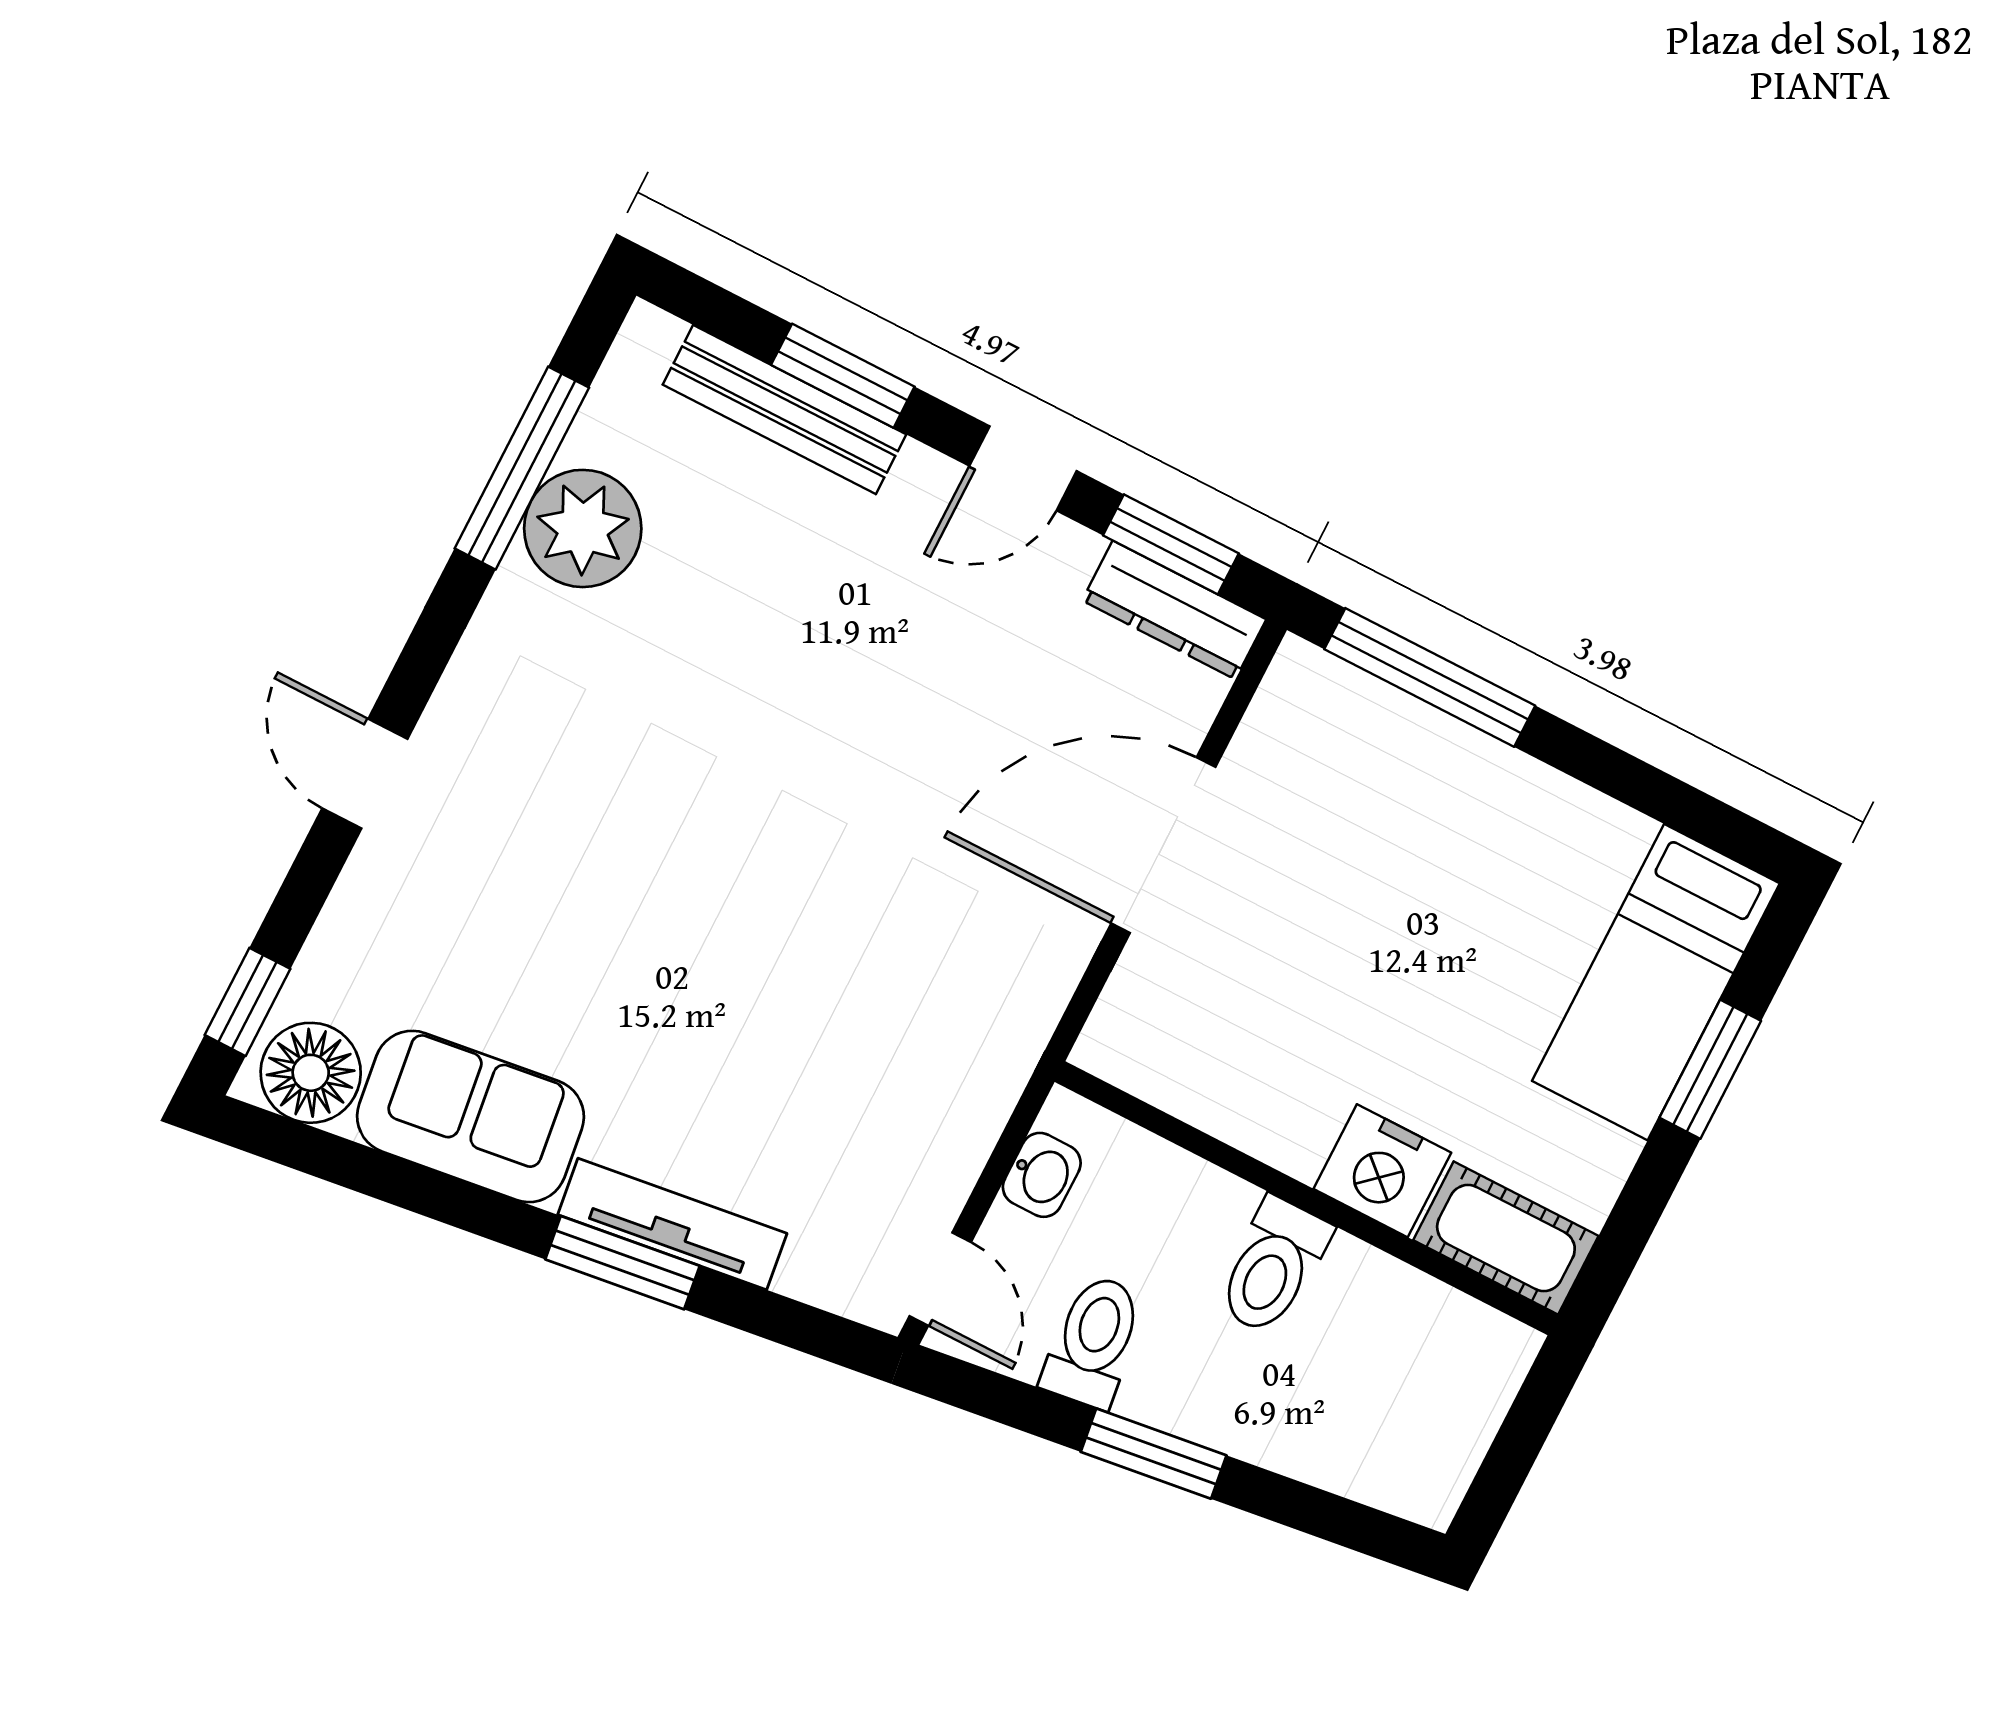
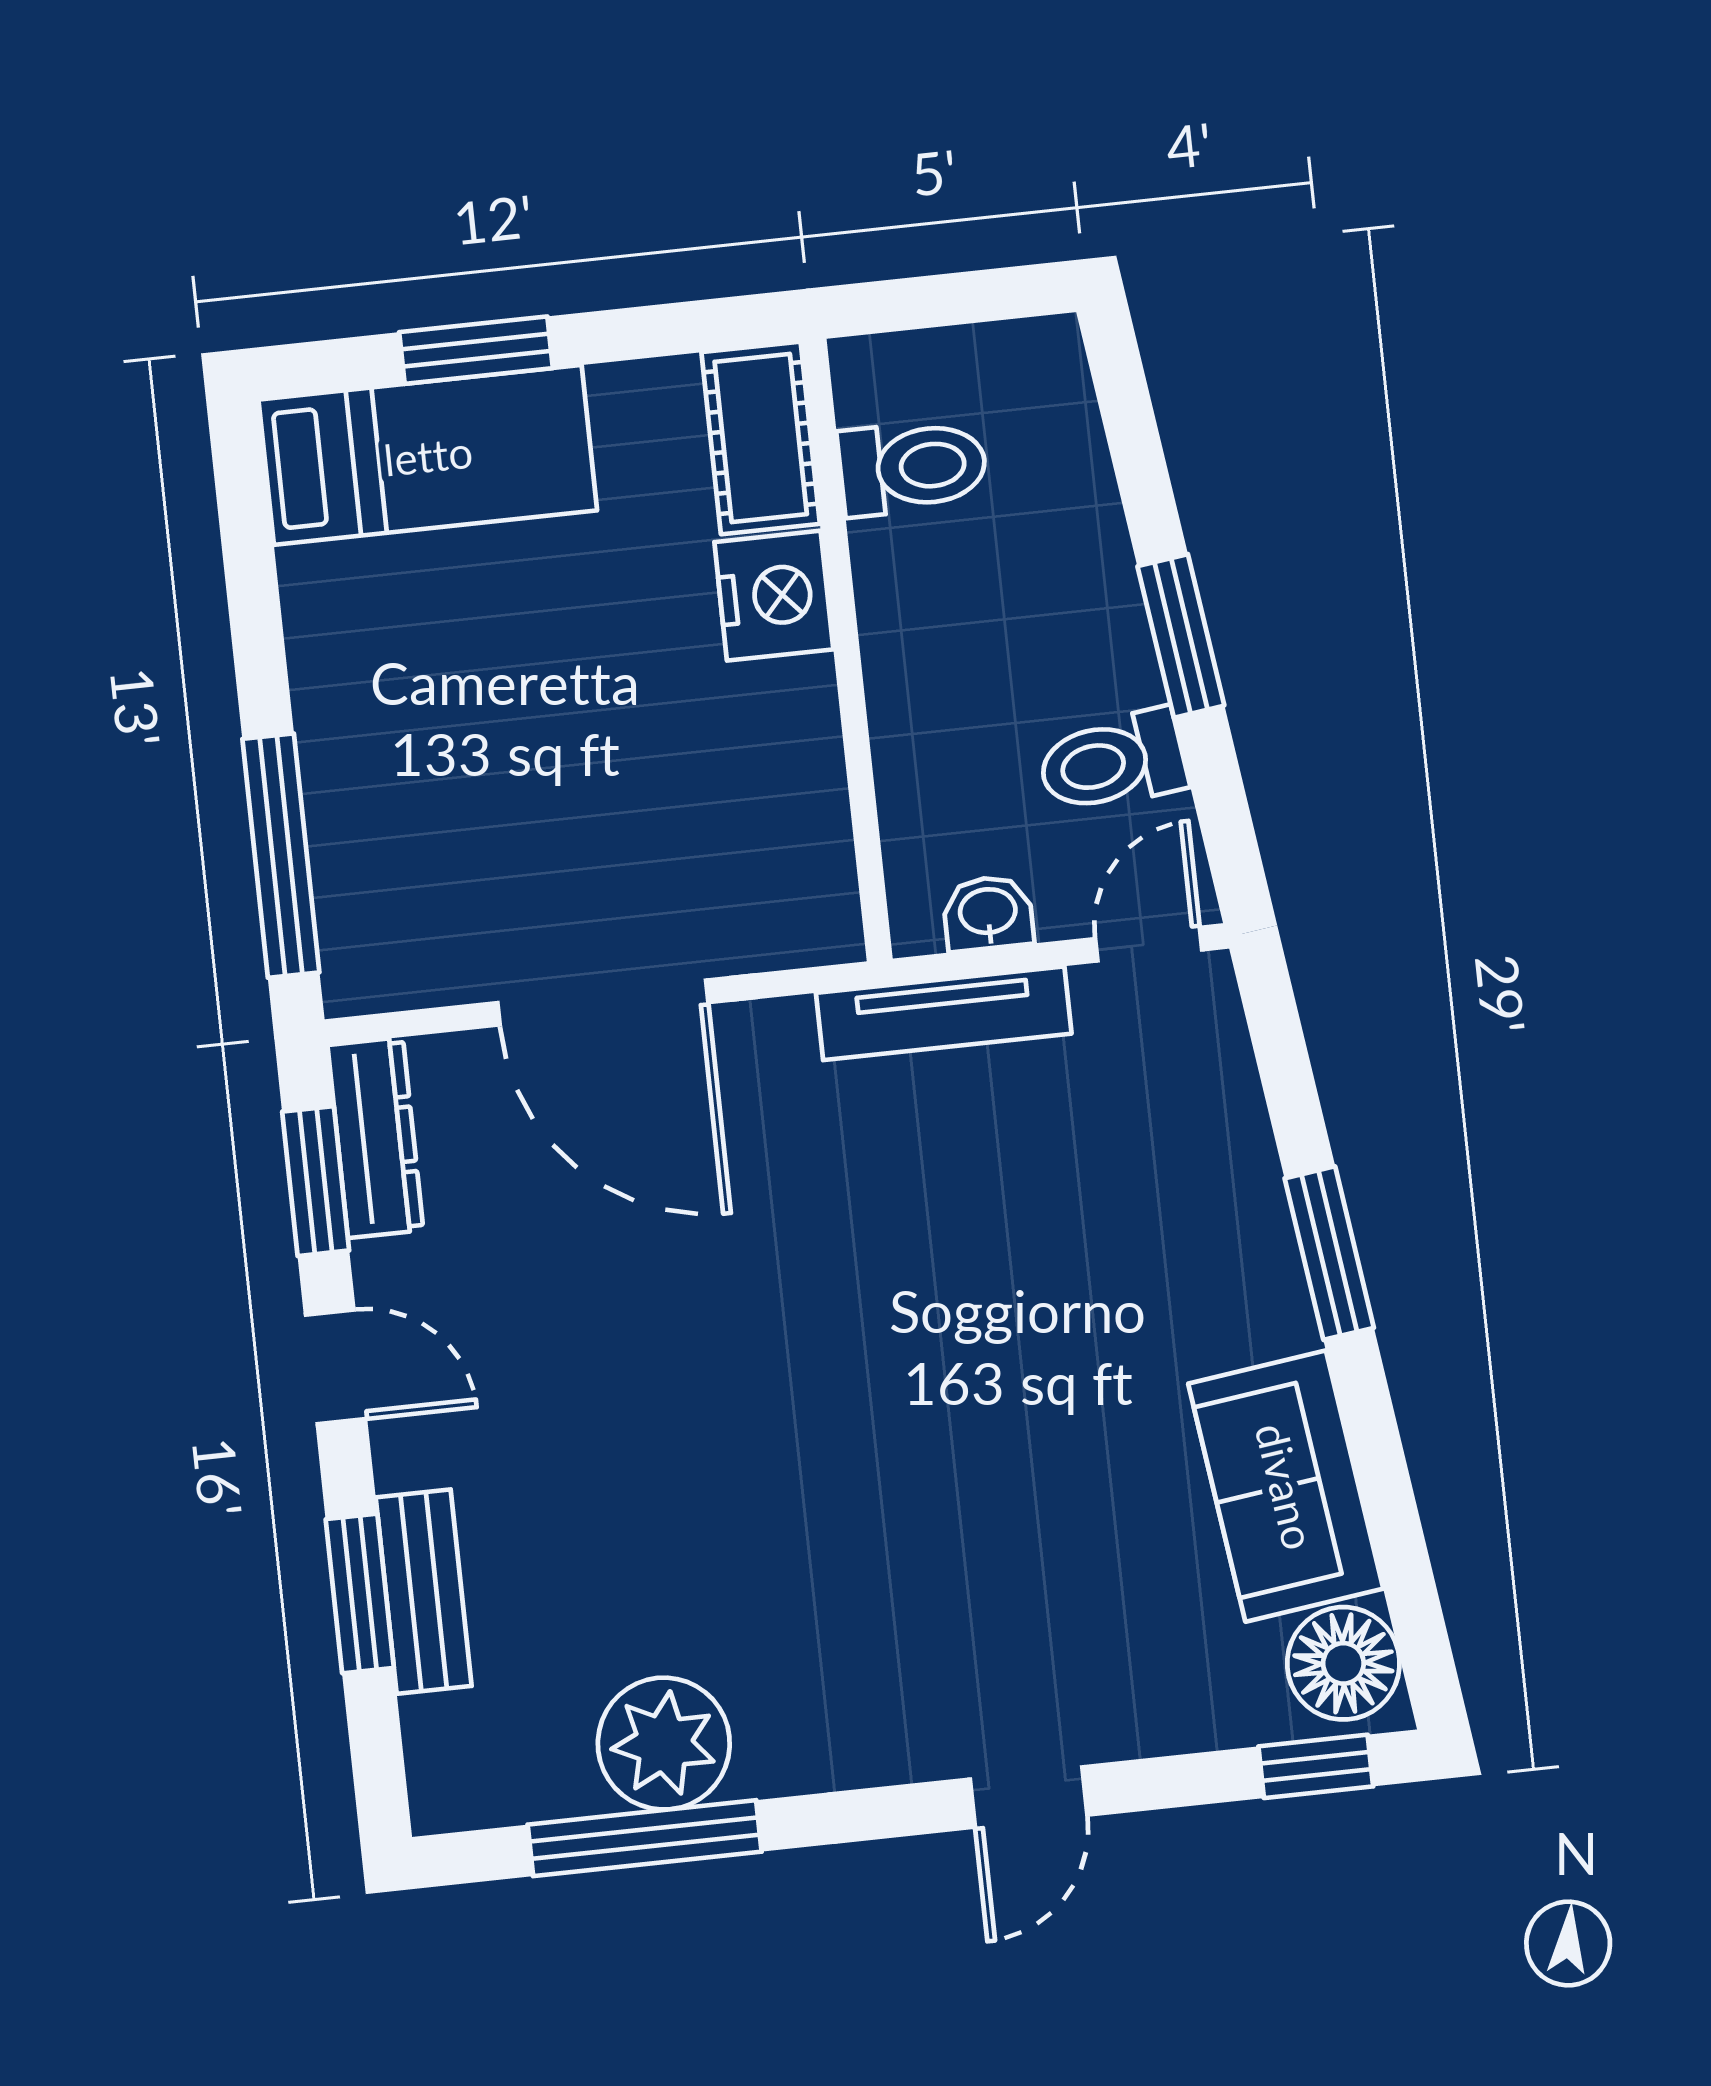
bench: (785, 410) -> (424, 1592), width x0.73
tv unit: (672, 1224) -> (944, 1013), moved, turned -83
toilet: (1273, 1266) -> (913, 467), moved

